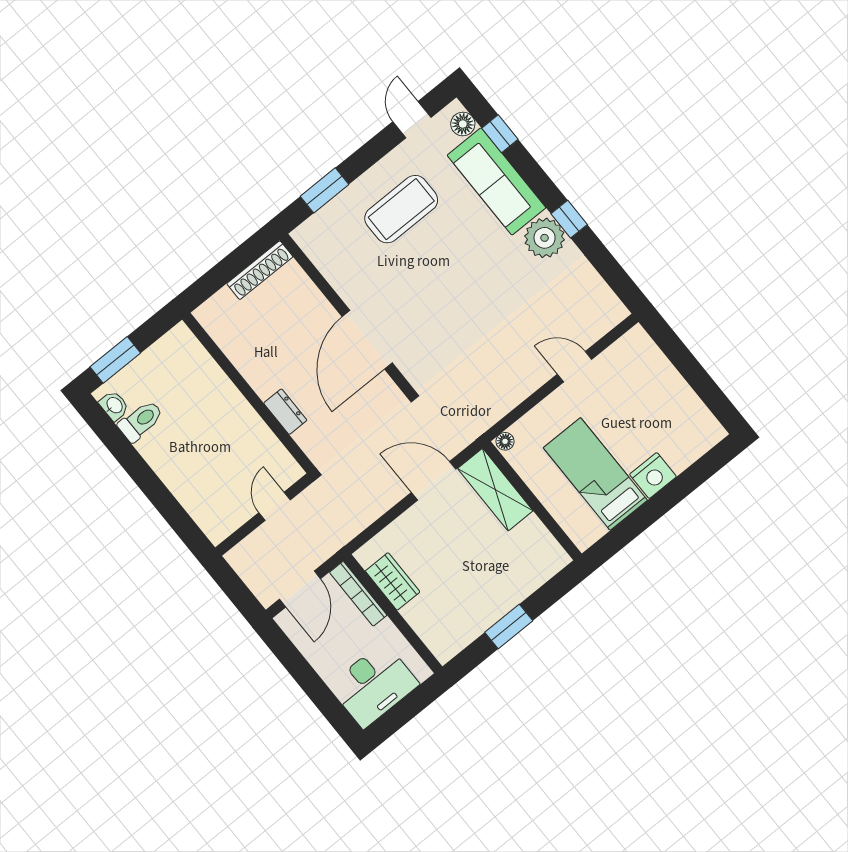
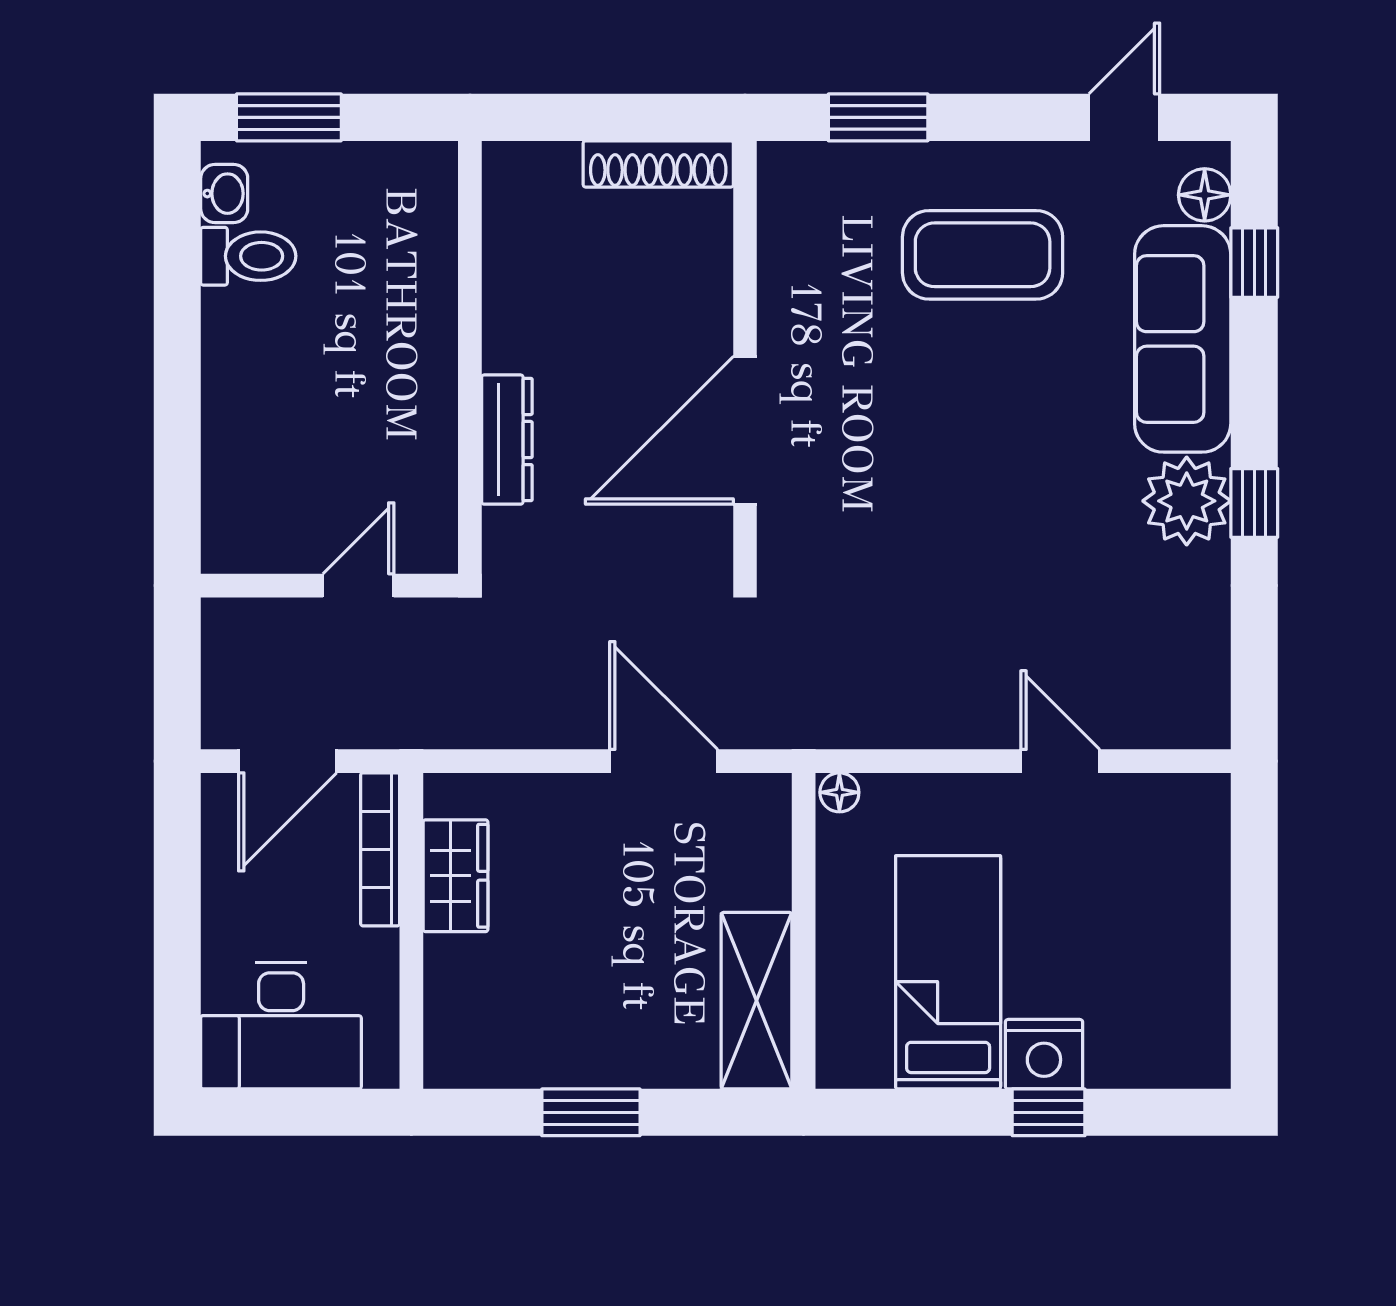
dresser: (285, 412) -> (507, 440), width x1.44
shelving: (495, 490) -> (757, 1001), moved
window: (671, 495) -> (1049, 1112), added

